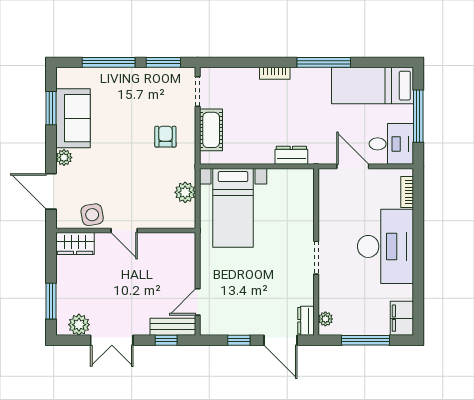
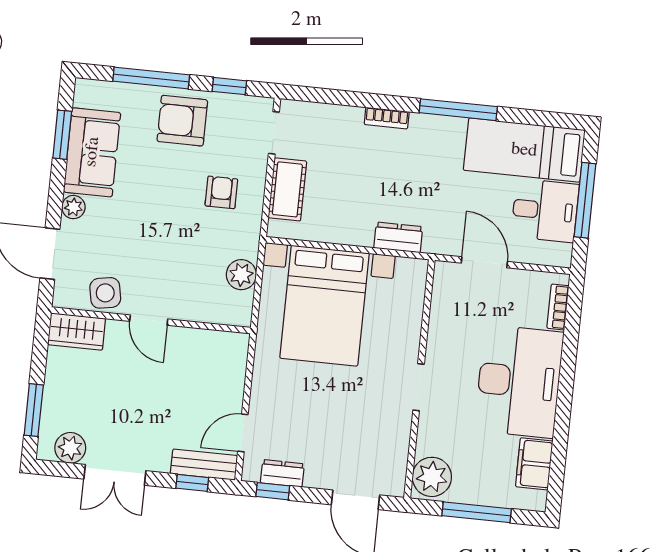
window: (163, 62) -> (229, 86), width x0.67
armchair: (133, 90) -> (182, 121), added
desk: (391, 144) -> (545, 210), moved
bed with nightstands: (233, 208) -> (325, 306), width x1.36
filing cabinet: (402, 318) -> (534, 464), moved
plant: (325, 319) -> (432, 477), width x1.88, depth x1.88
dresser: (306, 321) -> (282, 473), moved, turned 90
window: (239, 340) -> (273, 491), moved

